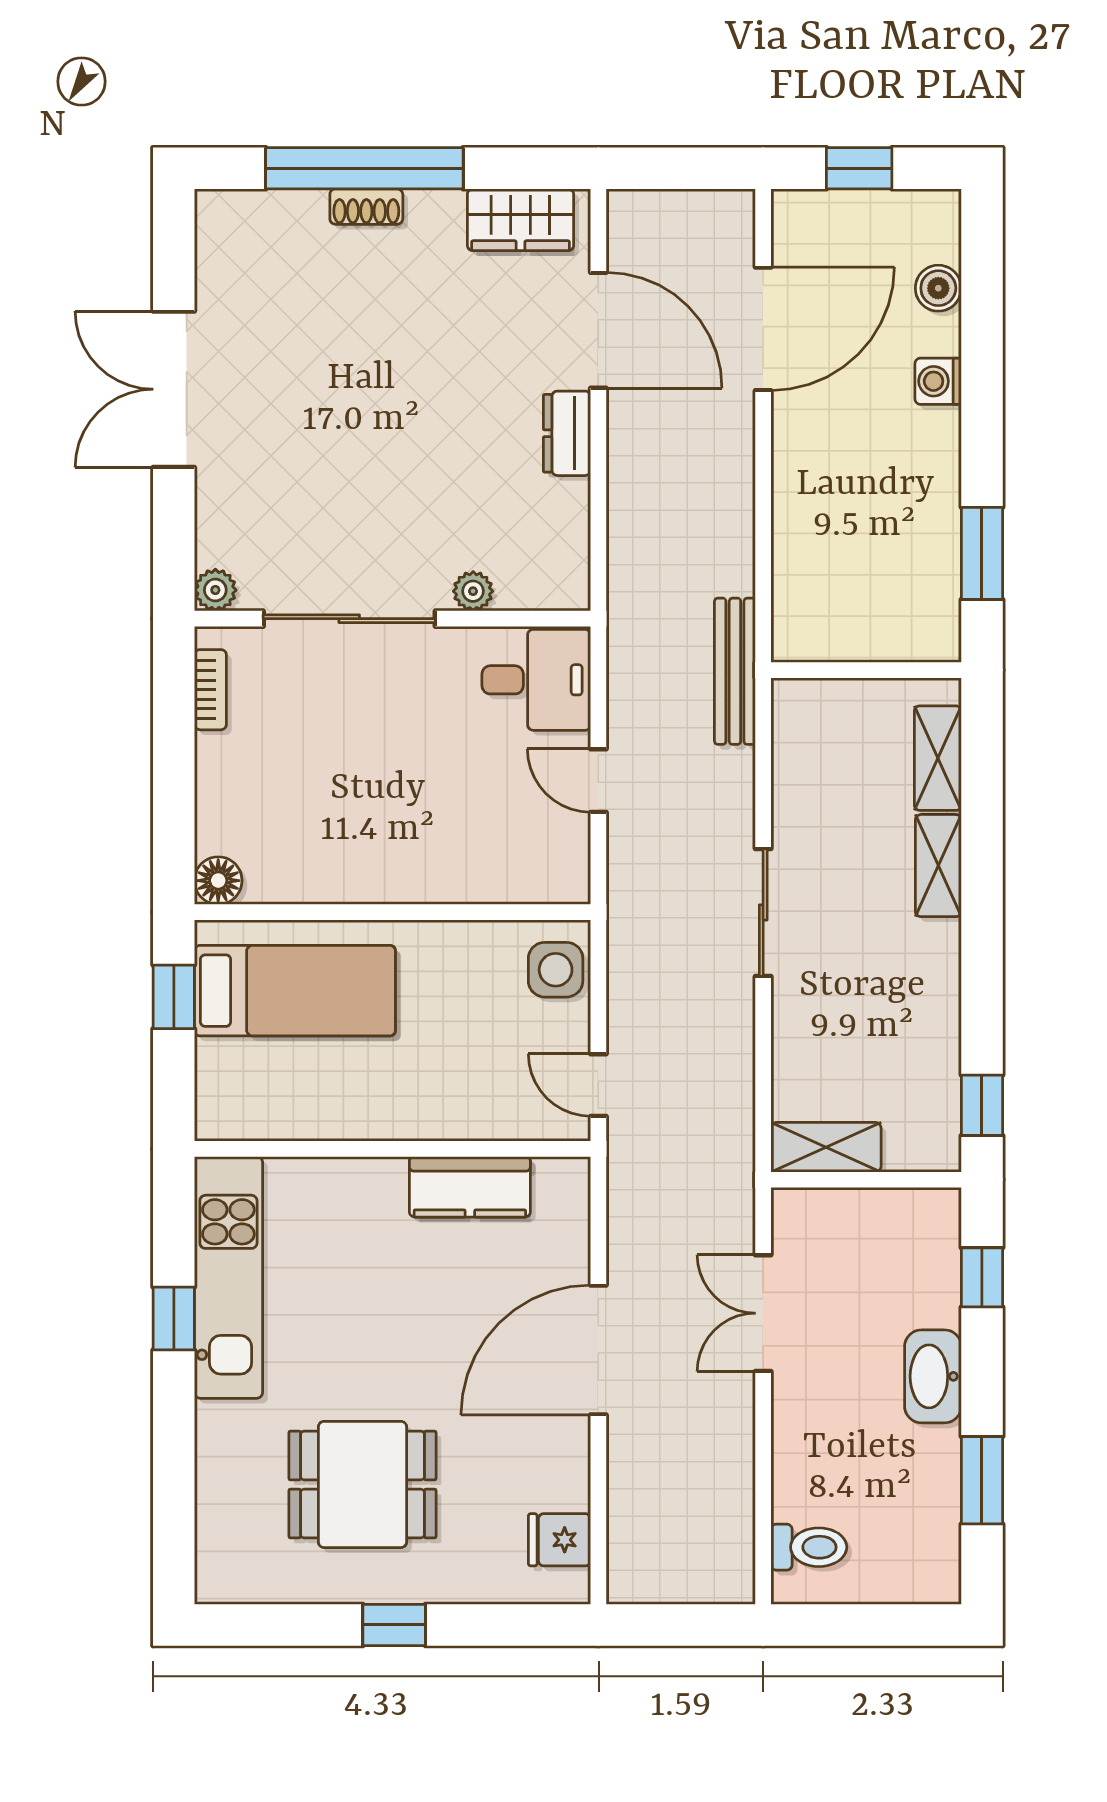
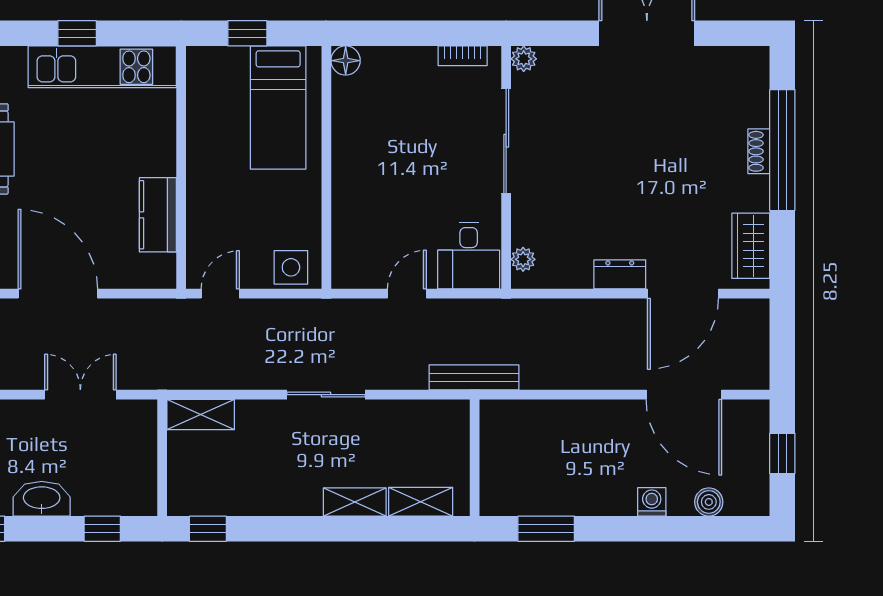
plant: (473, 591) -> (523, 259), moved
window: (174, 997) -> (247, 33), moved
shelving: (826, 1147) -> (201, 415), moved, turned 90

